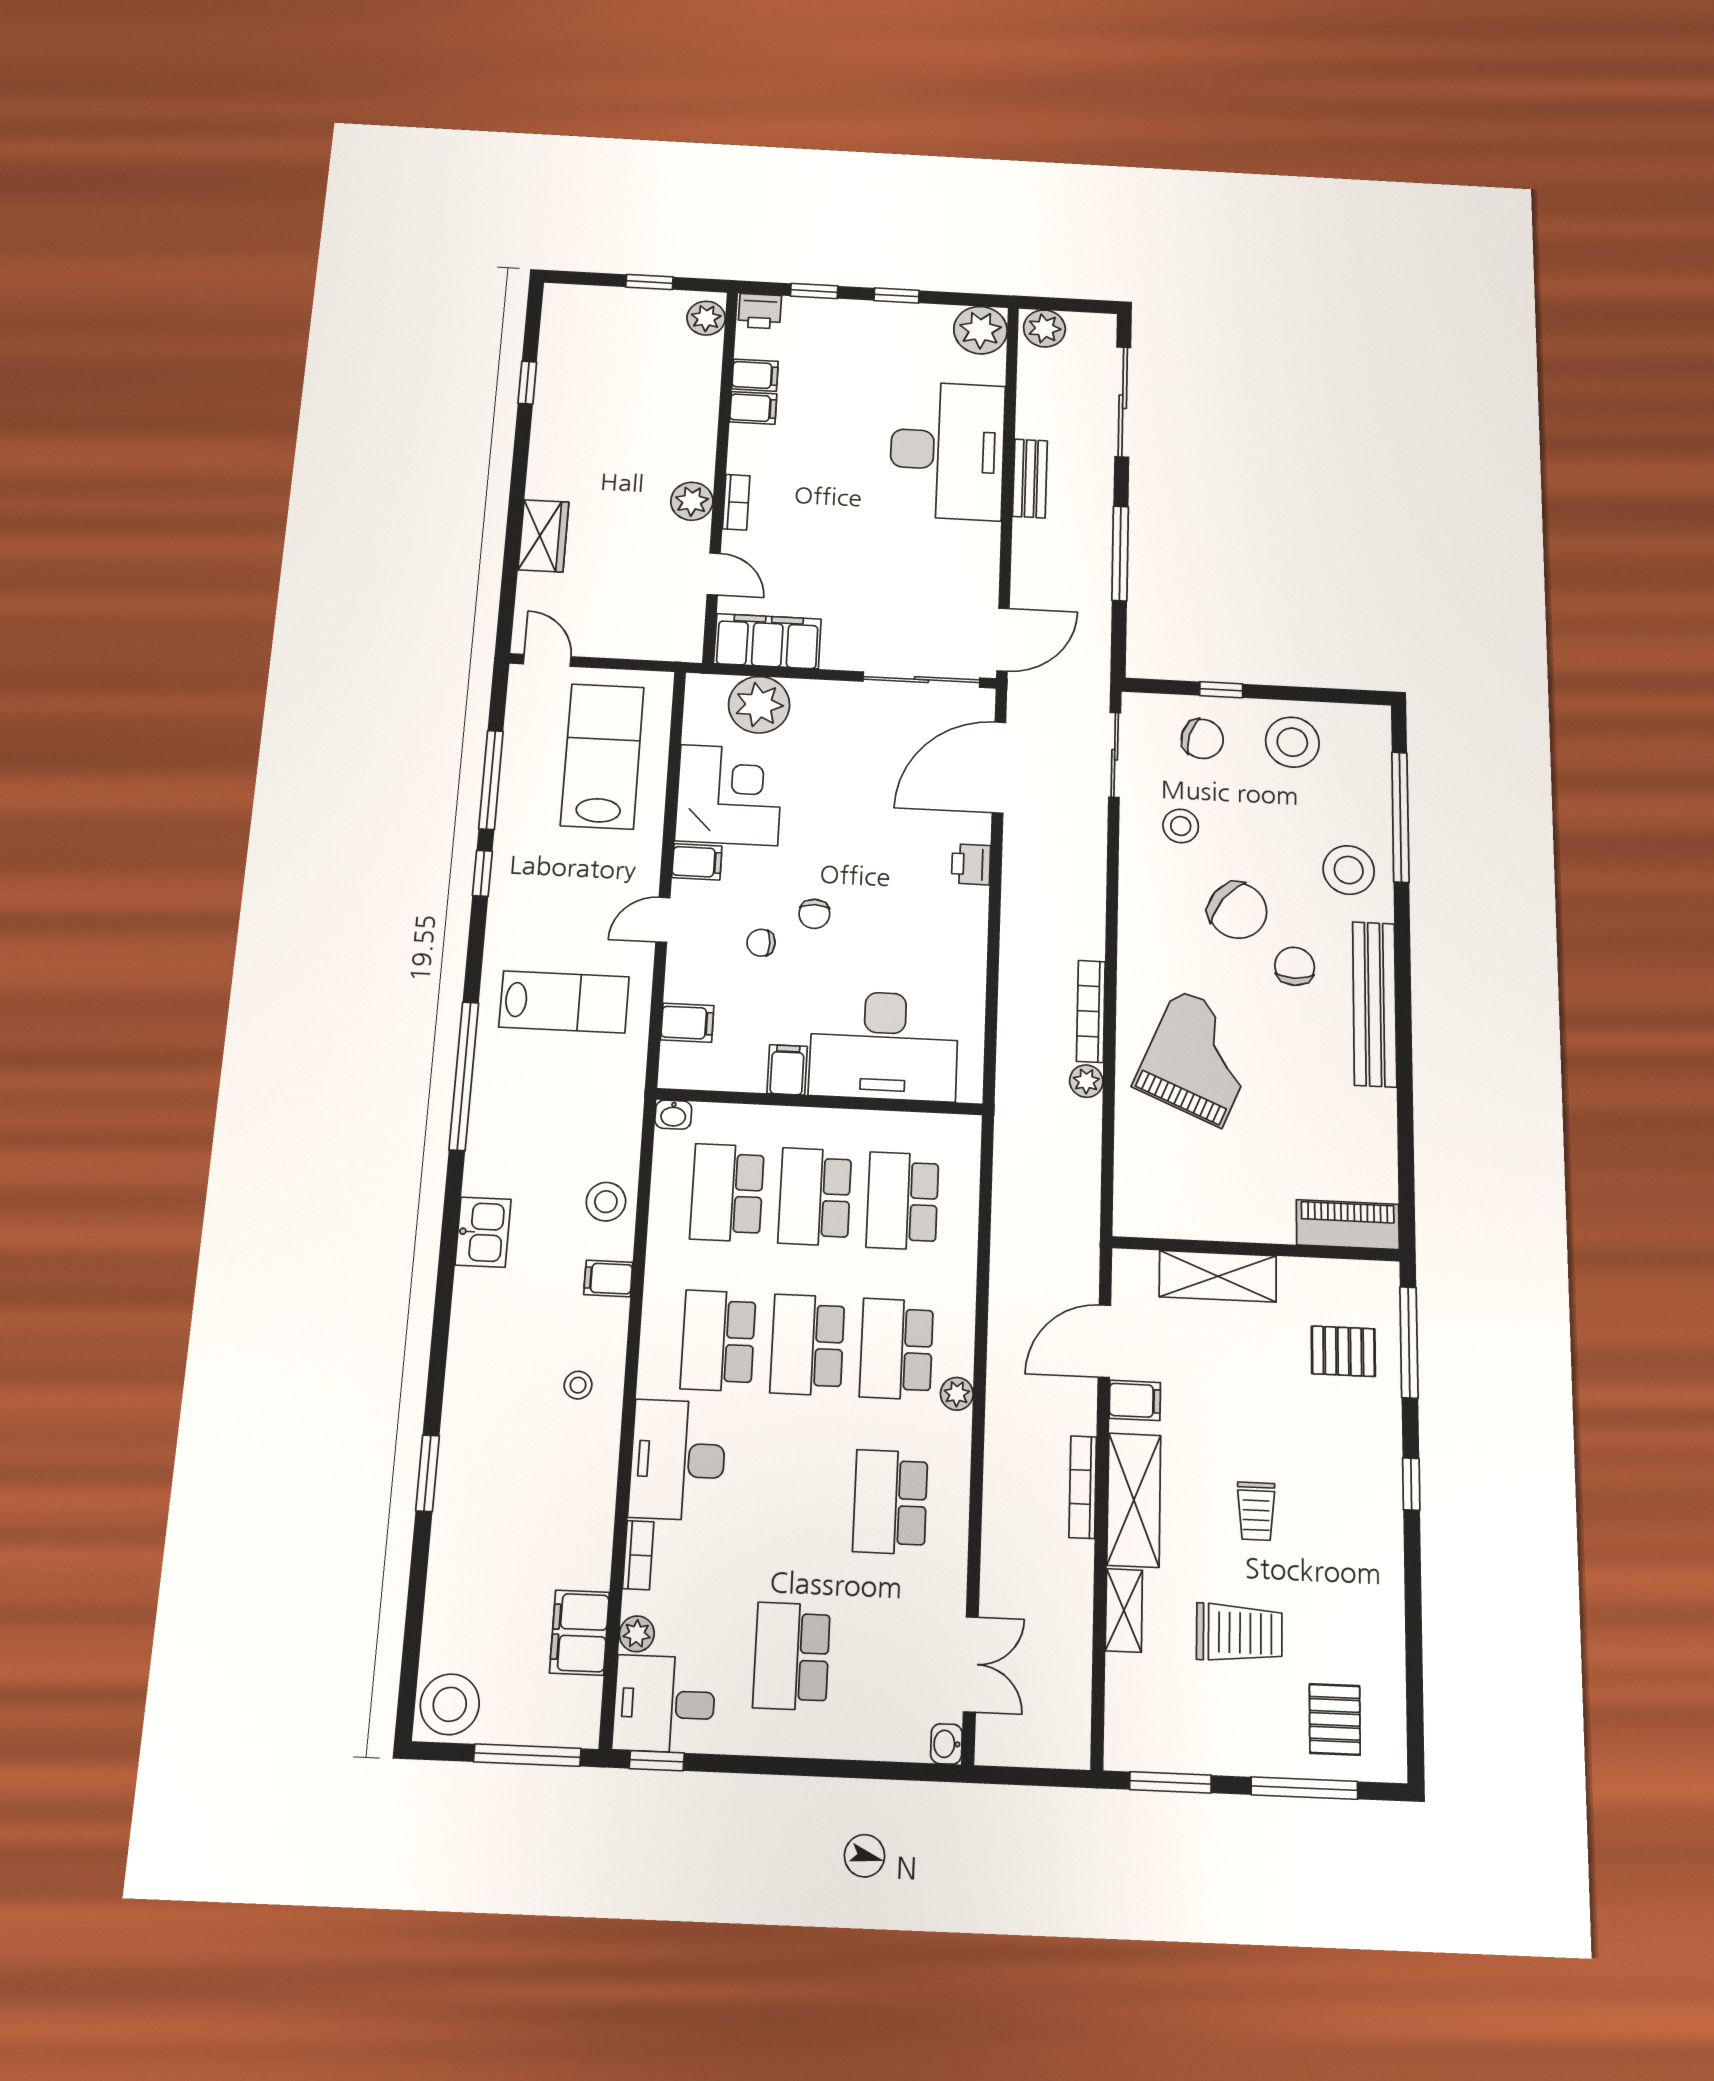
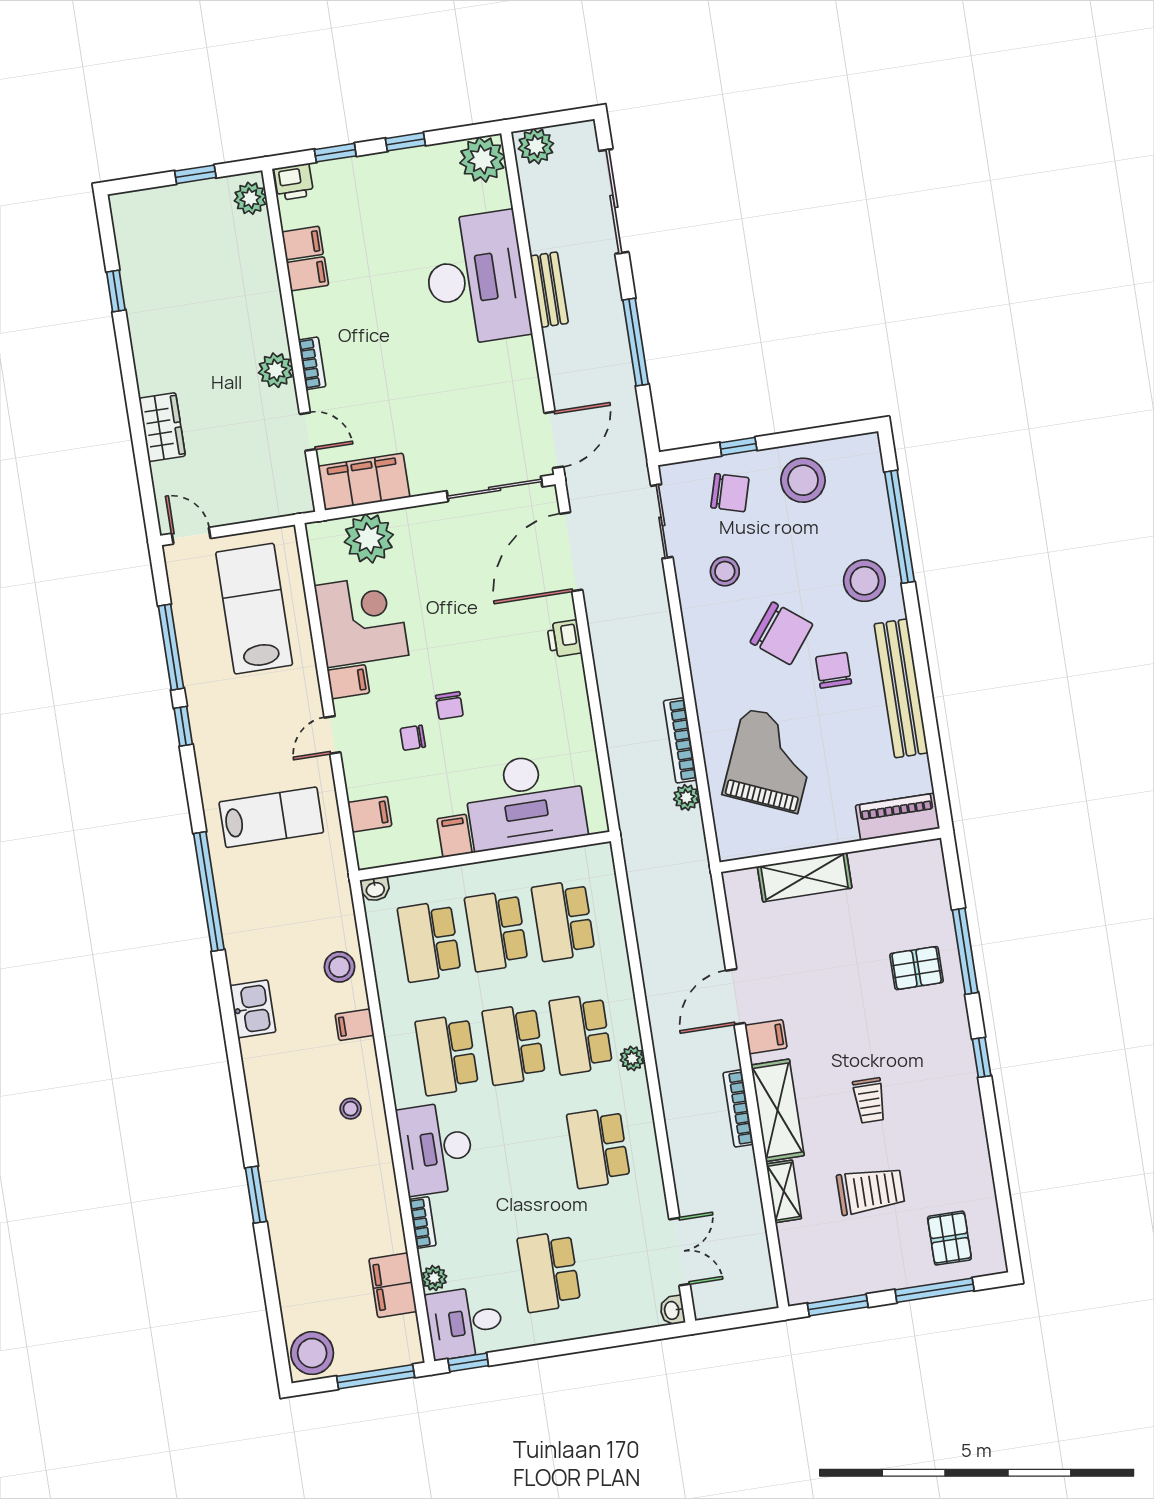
piano: (1348, 1225) -> (898, 817), moved
wall: (1256, 1249) -> (830, 850), moved
shelving: (1218, 1276) -> (805, 877), moved

